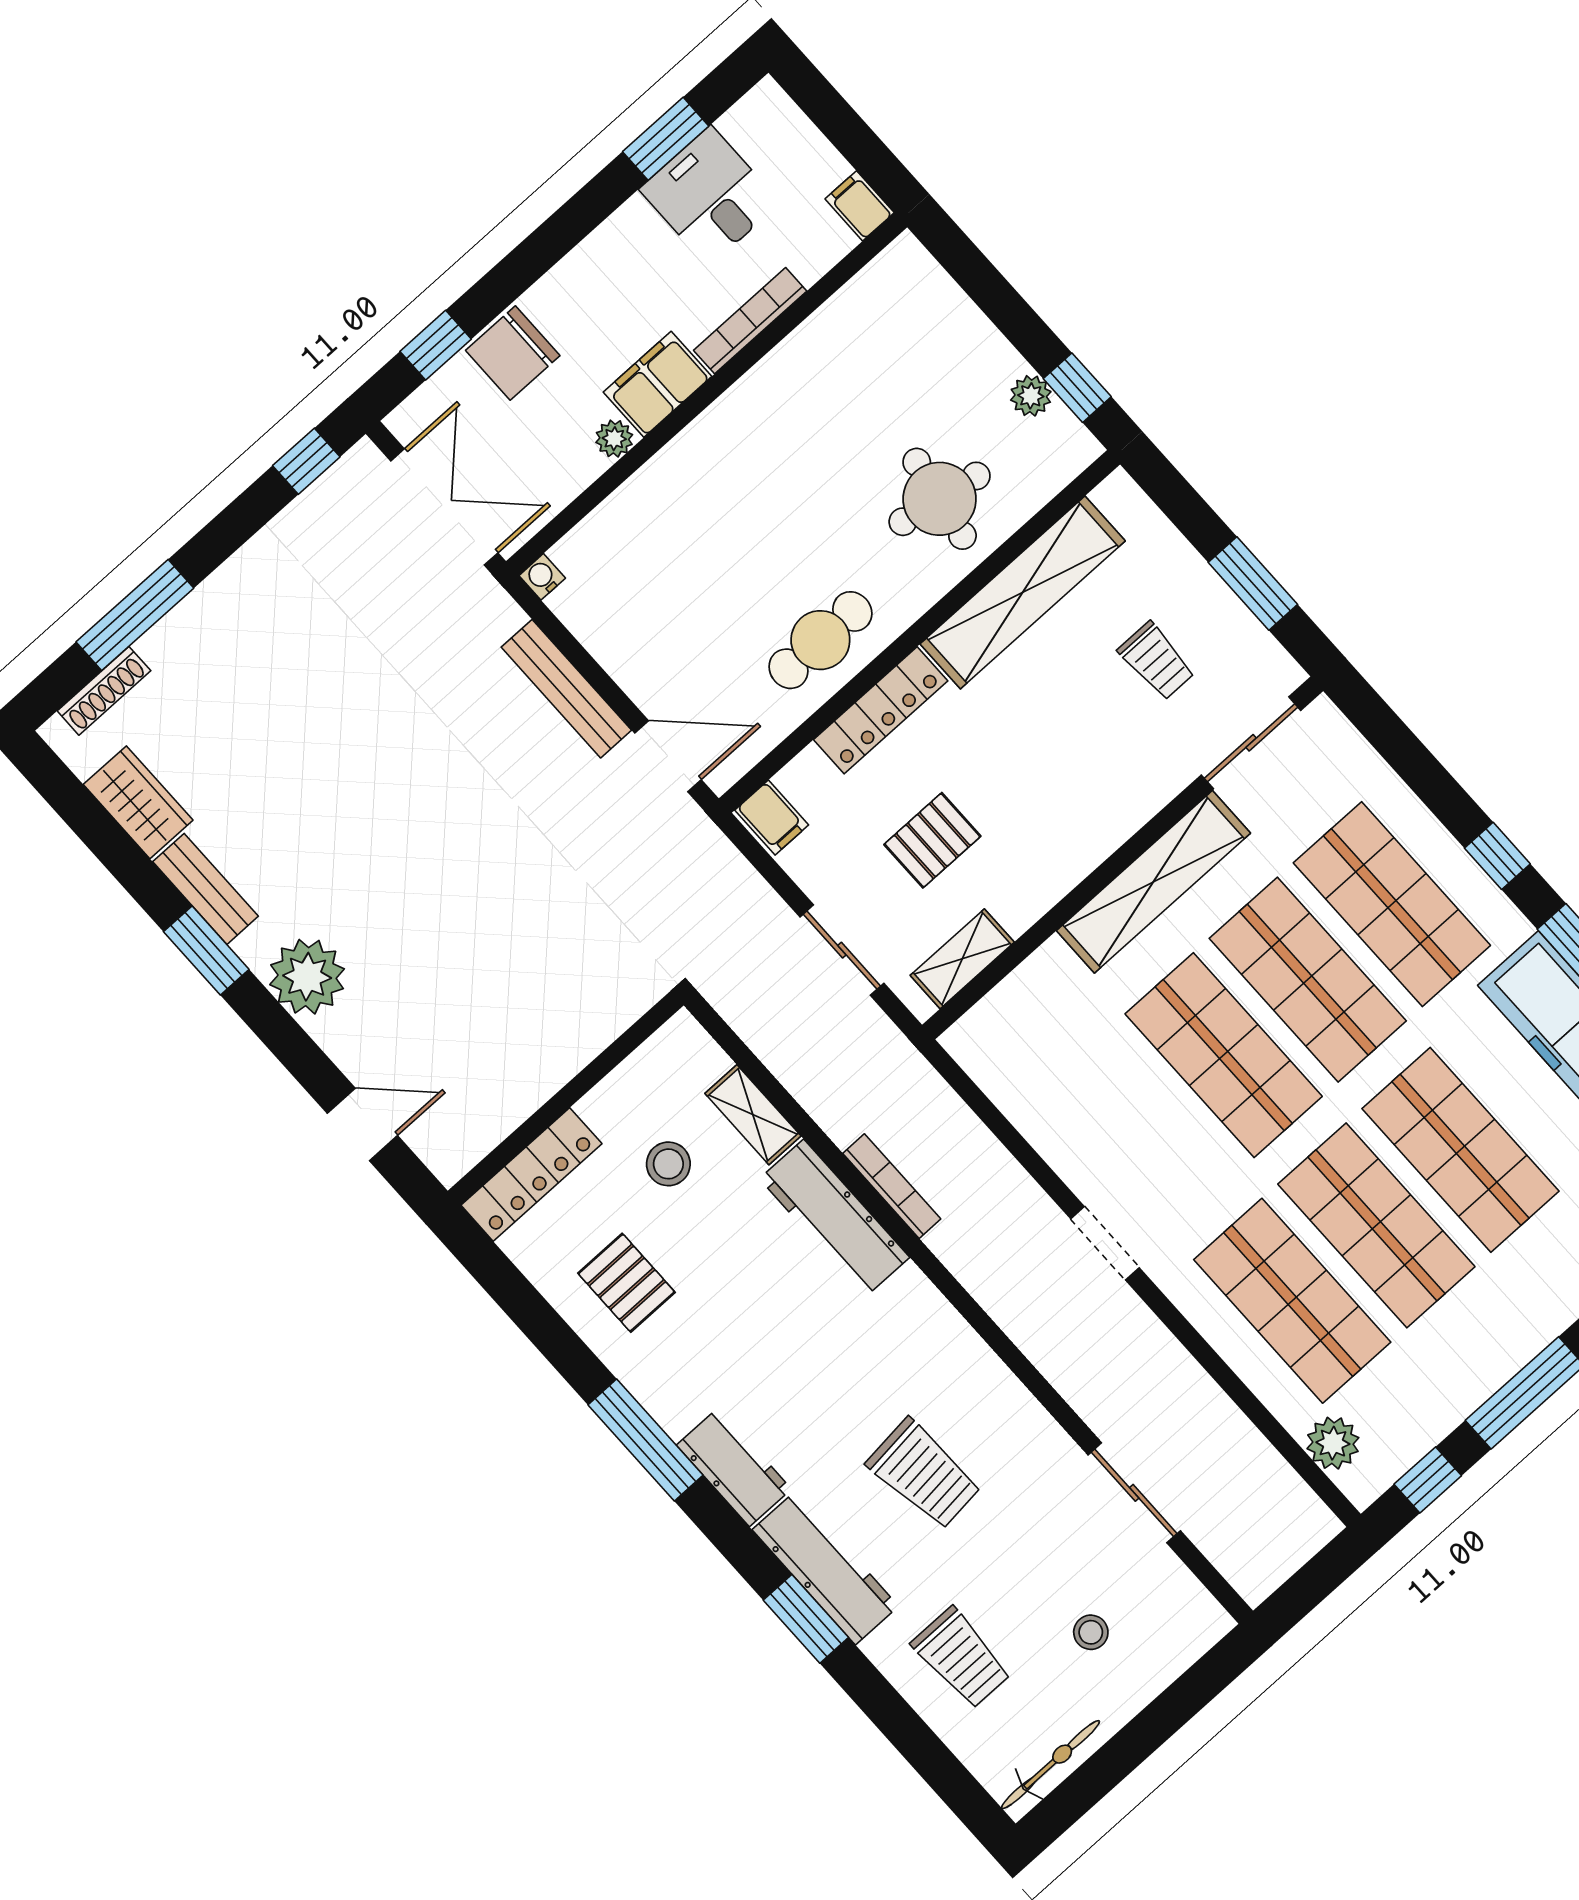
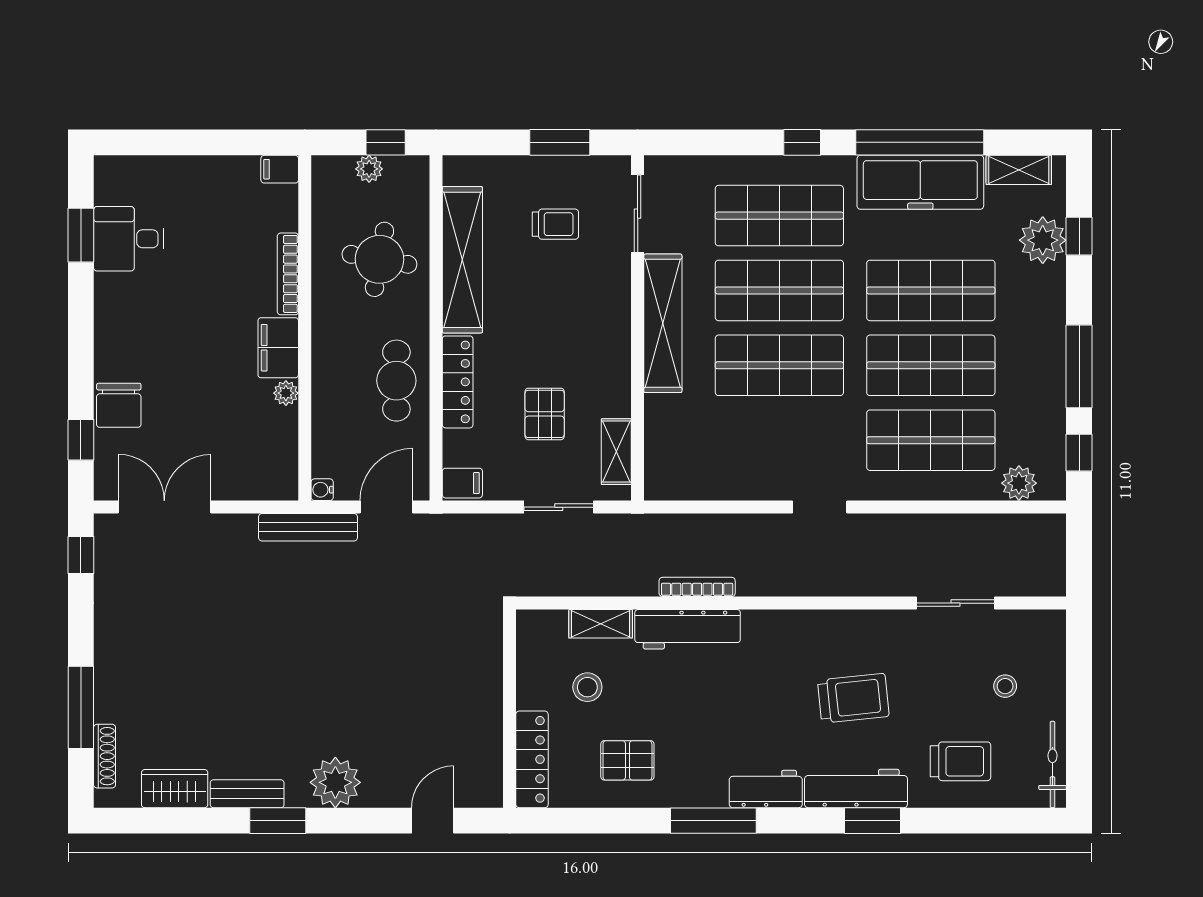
filing cabinet: (860, 206) -> (280, 169), moved
bookcase: (750, 321) -> (288, 274), moved
filing cabinet: (657, 384) -> (278, 348), moved
wall: (707, 394) -> (305, 328), moved
plant: (614, 439) -> (286, 393), moved
water cooler: (542, 577) -> (322, 490), moved

